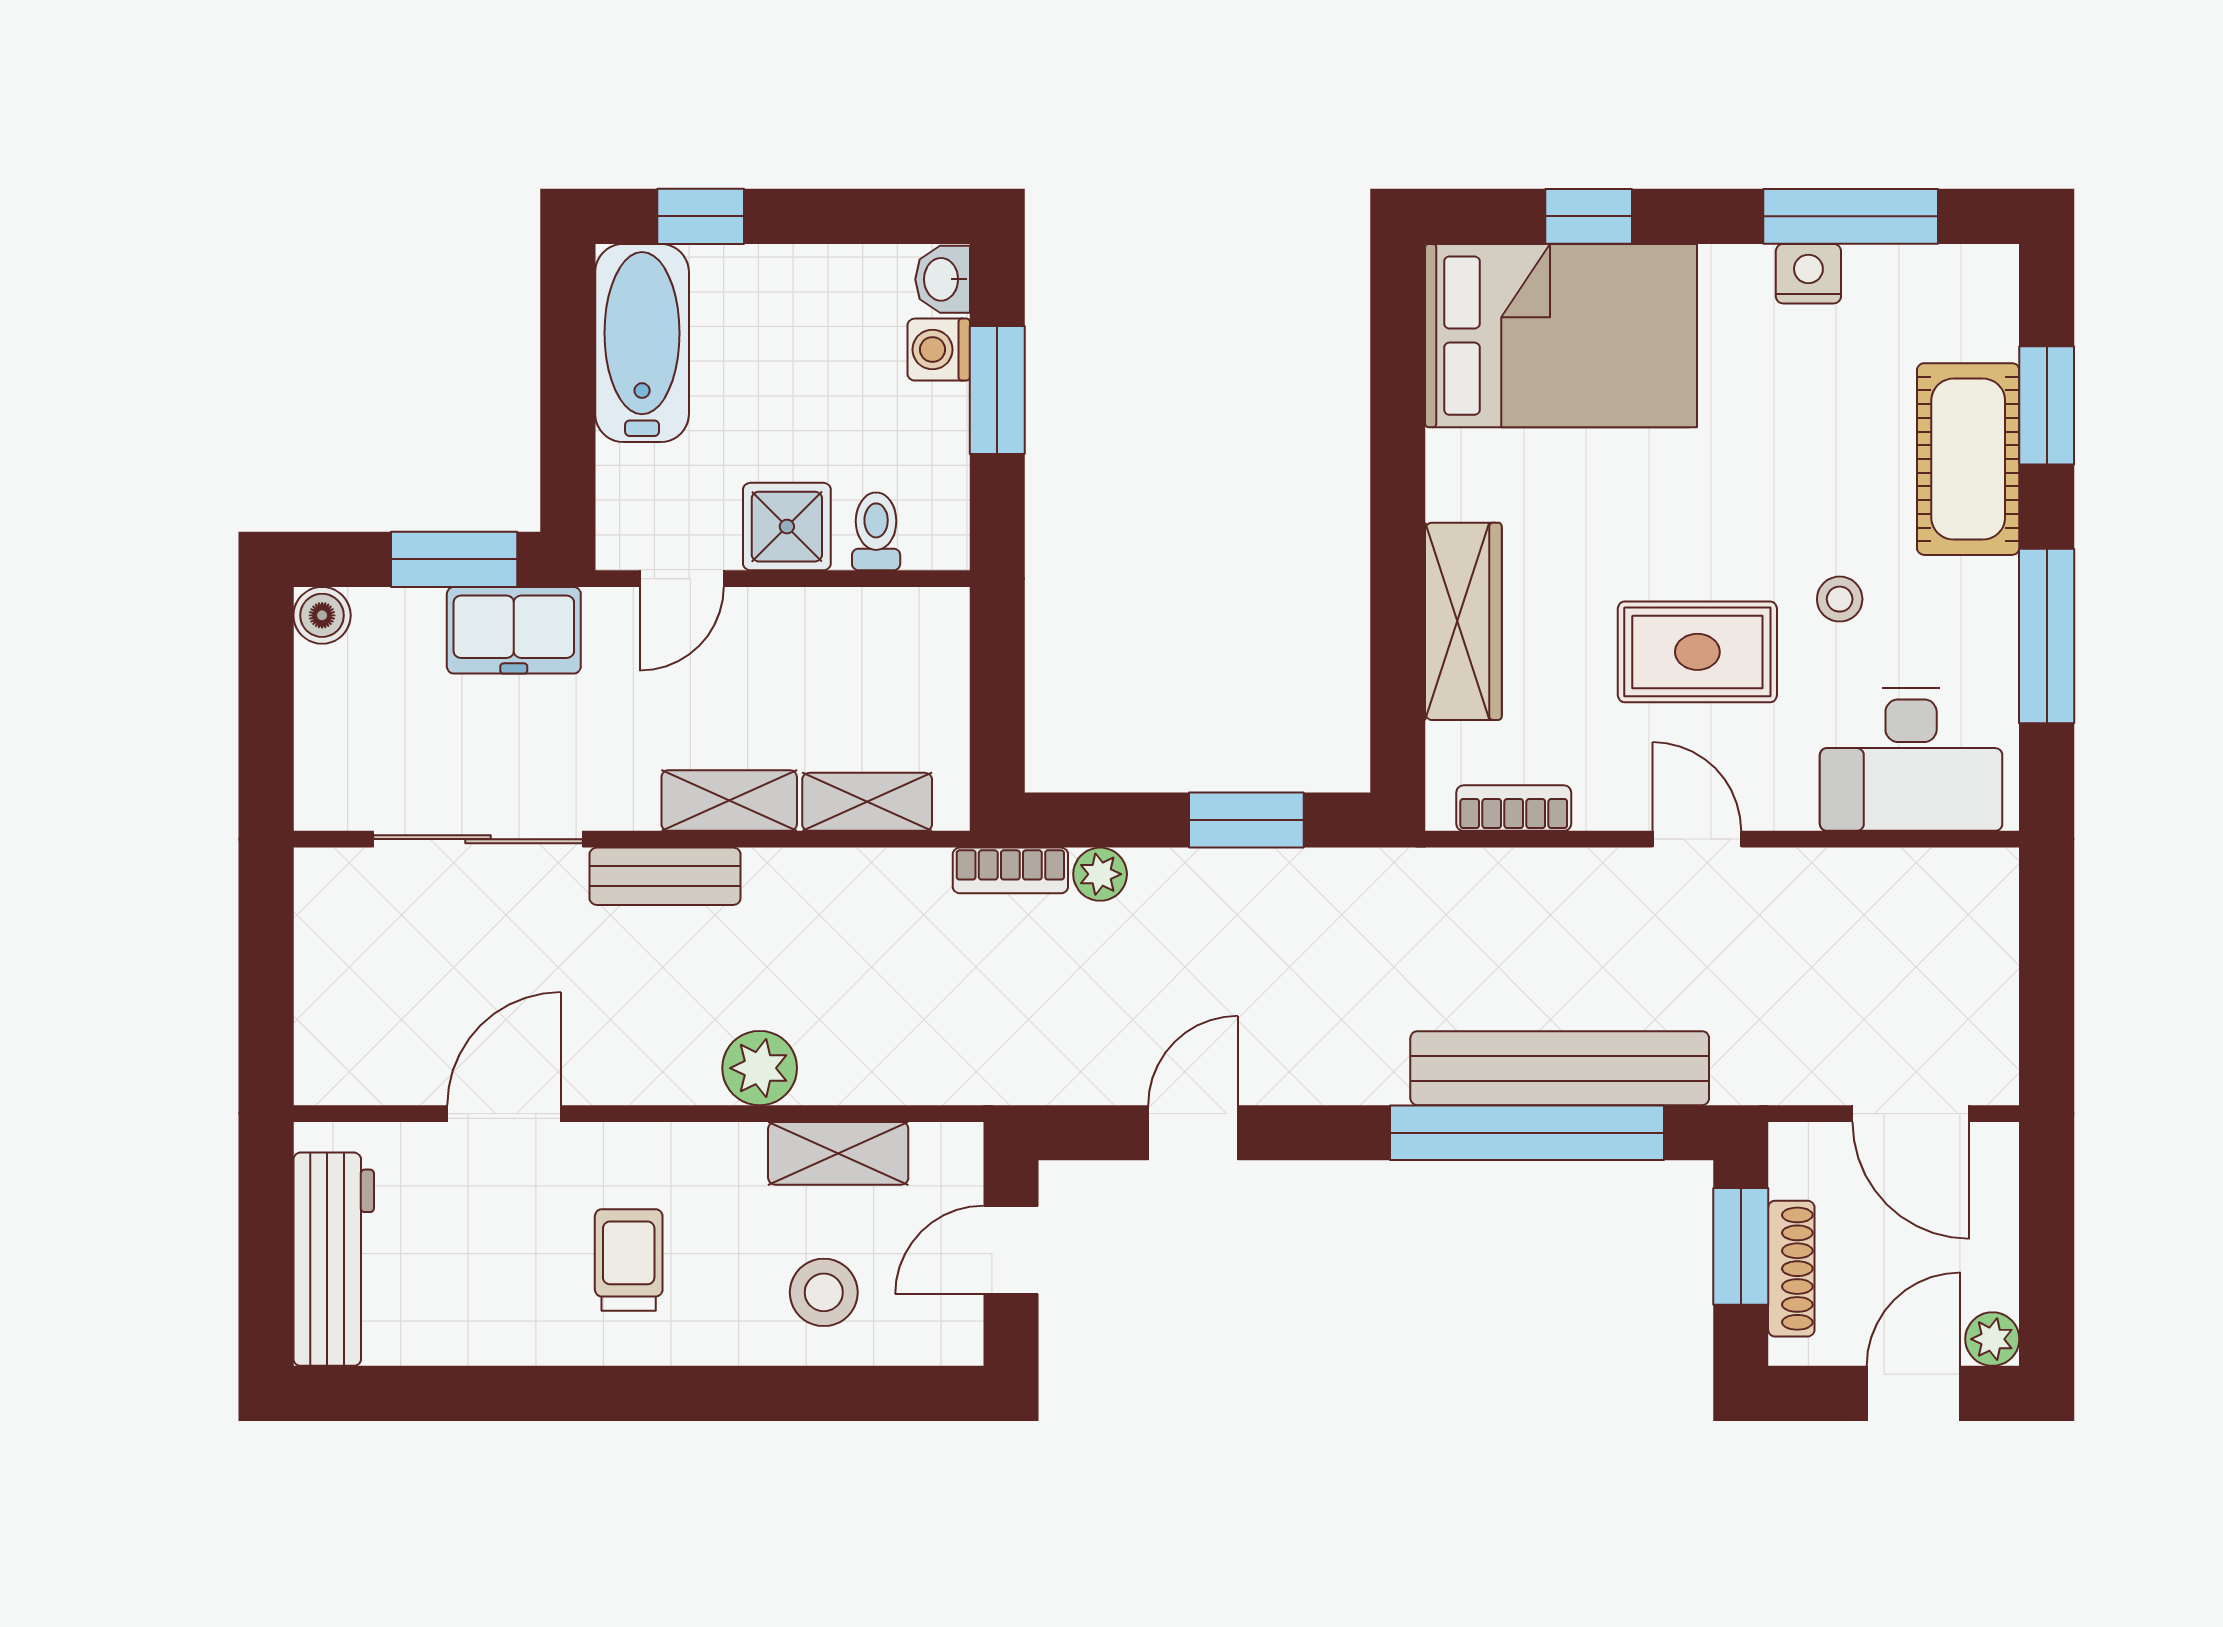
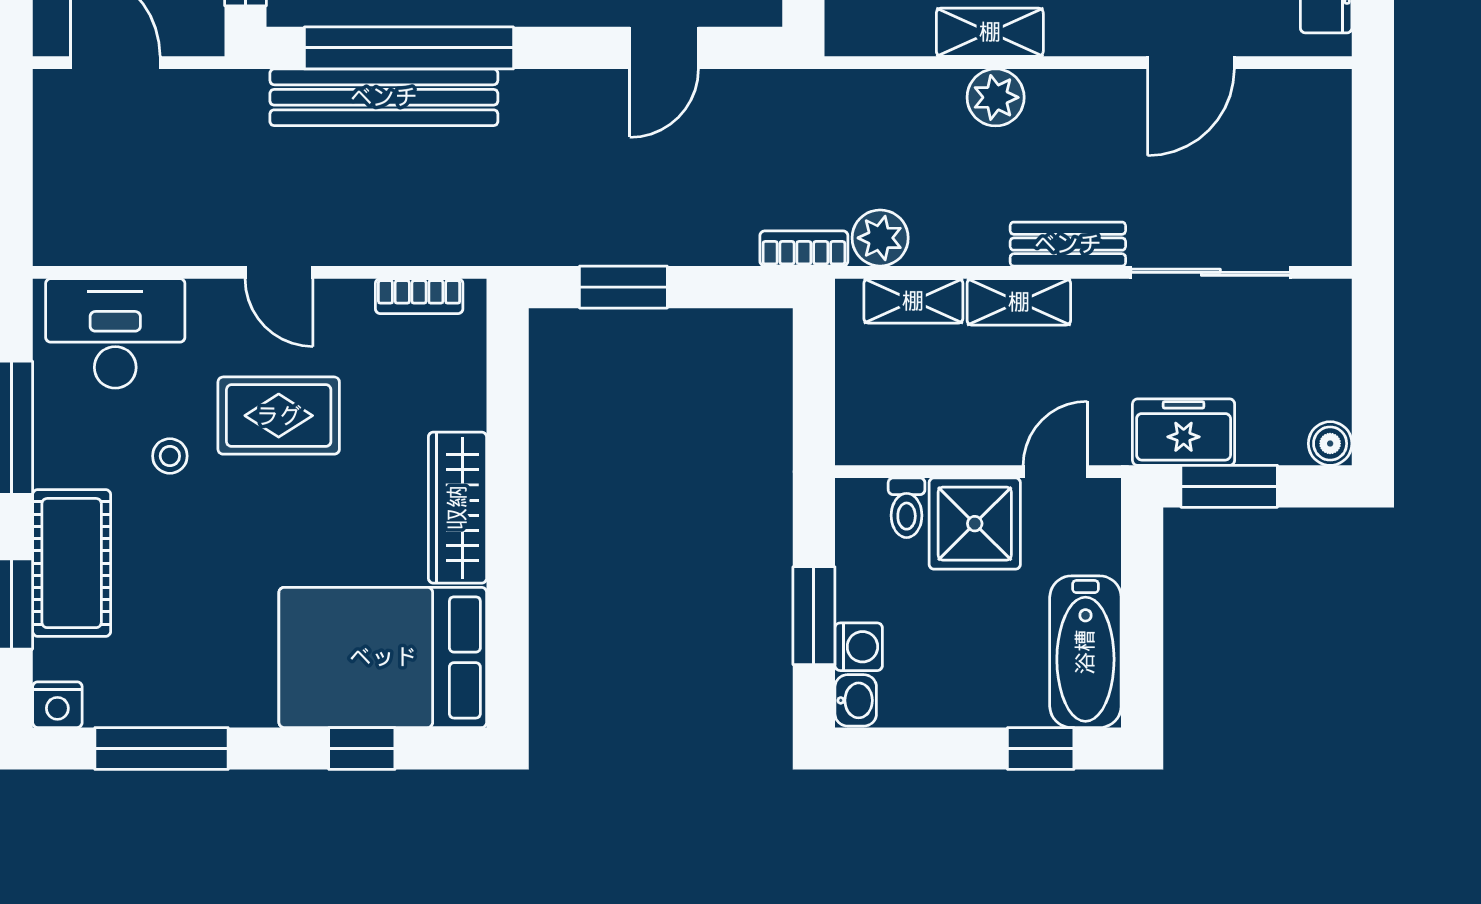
nightstand: (1808, 274) -> (57, 705), moved
shower: (787, 527) -> (975, 524), width x1.36, depth x1.36
wardrobe: (1463, 621) -> (457, 508), moved
plant: (1100, 874) -> (880, 238), moved, width x1.38, depth x1.38
shelving: (838, 1153) -> (990, 32), moved

